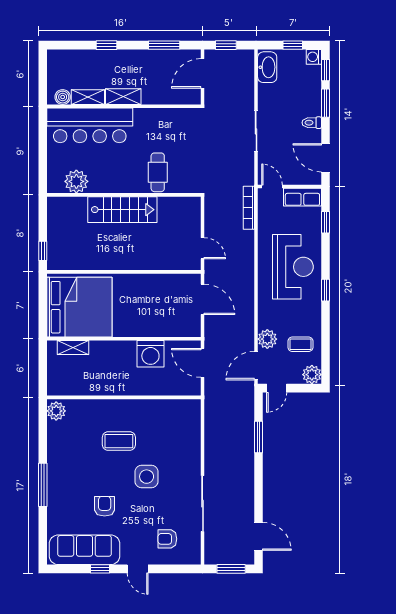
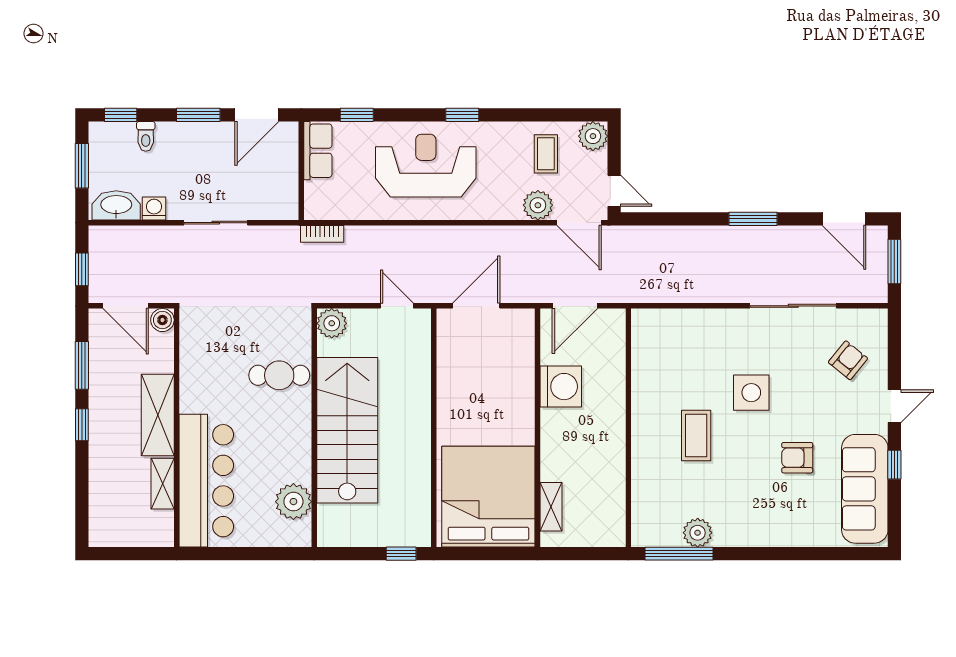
window: (106, 45) -> (82, 425), moved
window: (293, 45) -> (82, 166), width x1.50
washing machine: (314, 57) -> (154, 208), moved, turned 180
boiler: (63, 97) -> (162, 320), moved
shelving: (123, 97) -> (158, 415), width x1.50, depth x1.33
window: (326, 103) -> (198, 115), moved
toilet: (312, 123) -> (146, 136), moved
door: (272, 187) -> (301, 198), removed
plant: (191, 206) -> (332, 323), added
bookcase: (249, 208) -> (322, 234), width x0.64
stairs: (122, 210) -> (347, 430), width x1.36, depth x1.51
door: (203, 248) -> (397, 306), hinge flipped
plant: (56, 411) -> (698, 533), moved
window: (259, 437) -> (753, 219), moved
window: (43, 485) -> (679, 554), moved
door: (259, 536) -> (844, 219), swing flipped
armchair: (167, 539) -> (848, 360), turned -141

